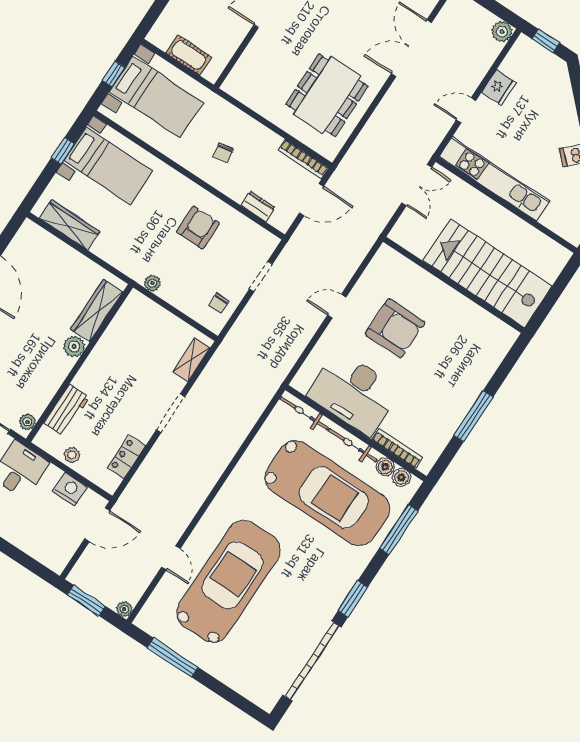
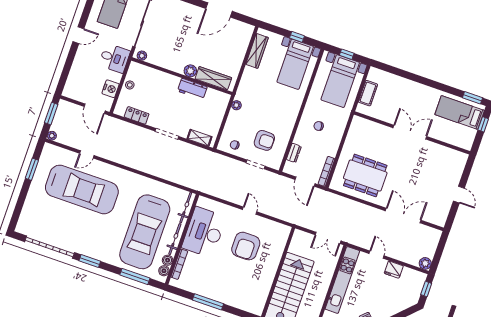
armchair: (198, 228) -> (264, 140), moved
workbench: (67, 410) -> (192, 89), moved
window: (173, 657) -> (32, 169), width x0.69

